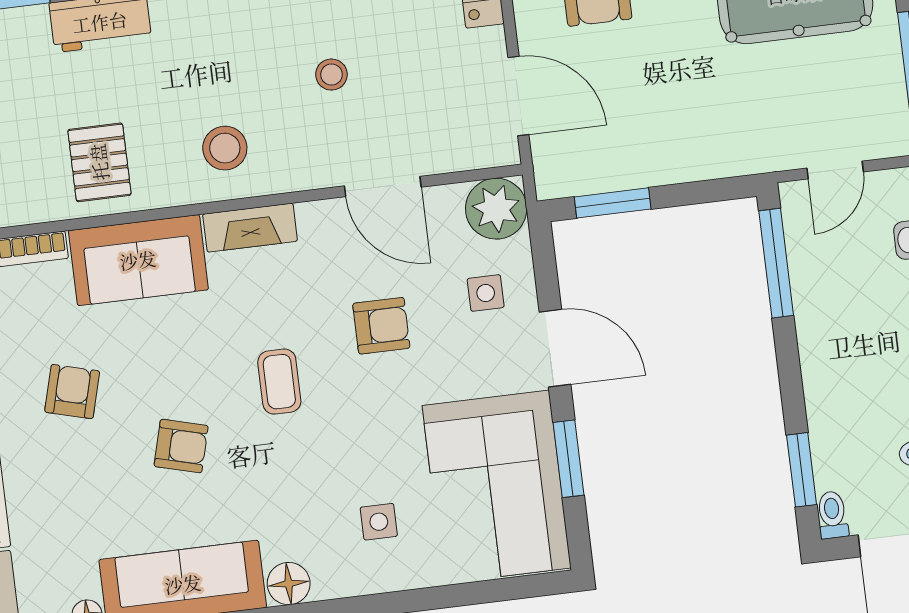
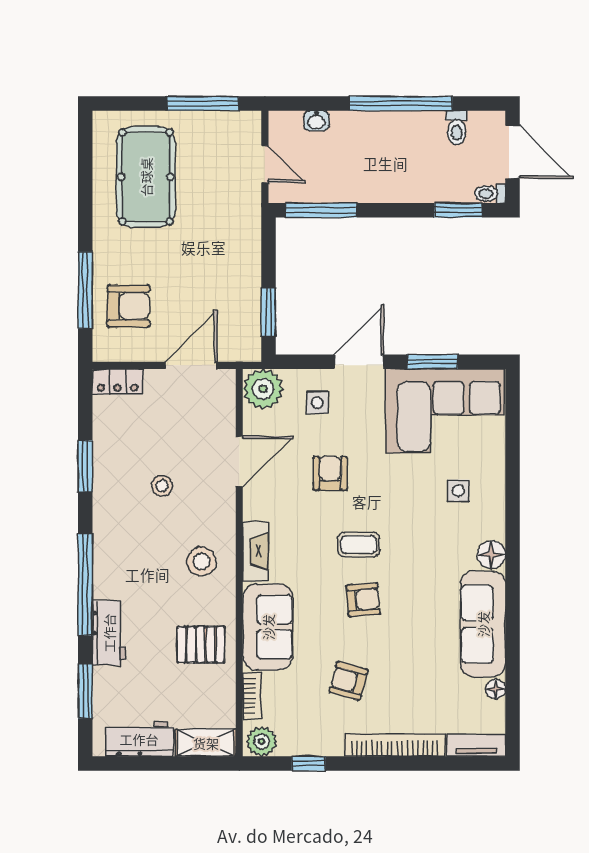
armchair: (181, 446) -> (363, 600), moved, turned 70

